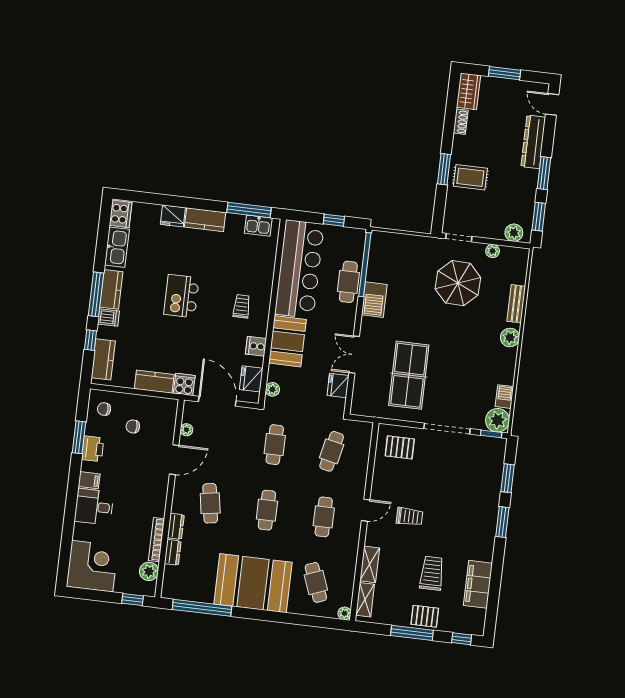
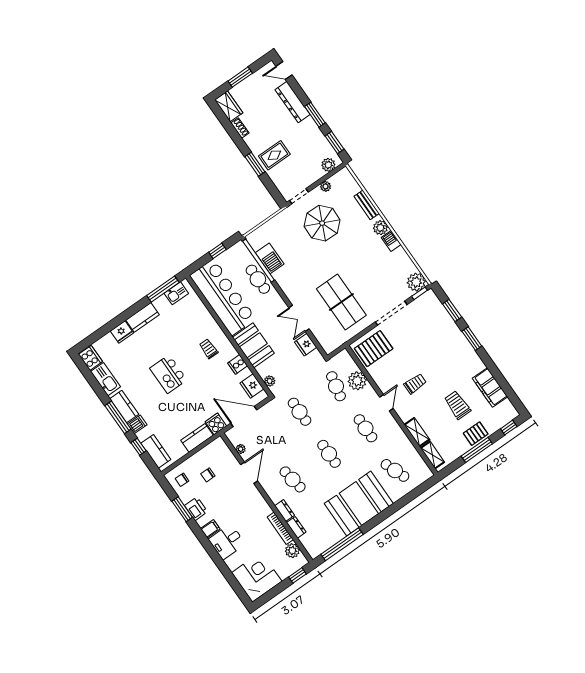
barbecue: (374, 300) -> (270, 258), moved
barbecue: (504, 397) -> (391, 241), moved
pallet: (400, 447) -> (374, 349), width x1.50, depth x1.42
plant: (344, 613) -> (357, 381), moved, width x1.88, depth x1.88

